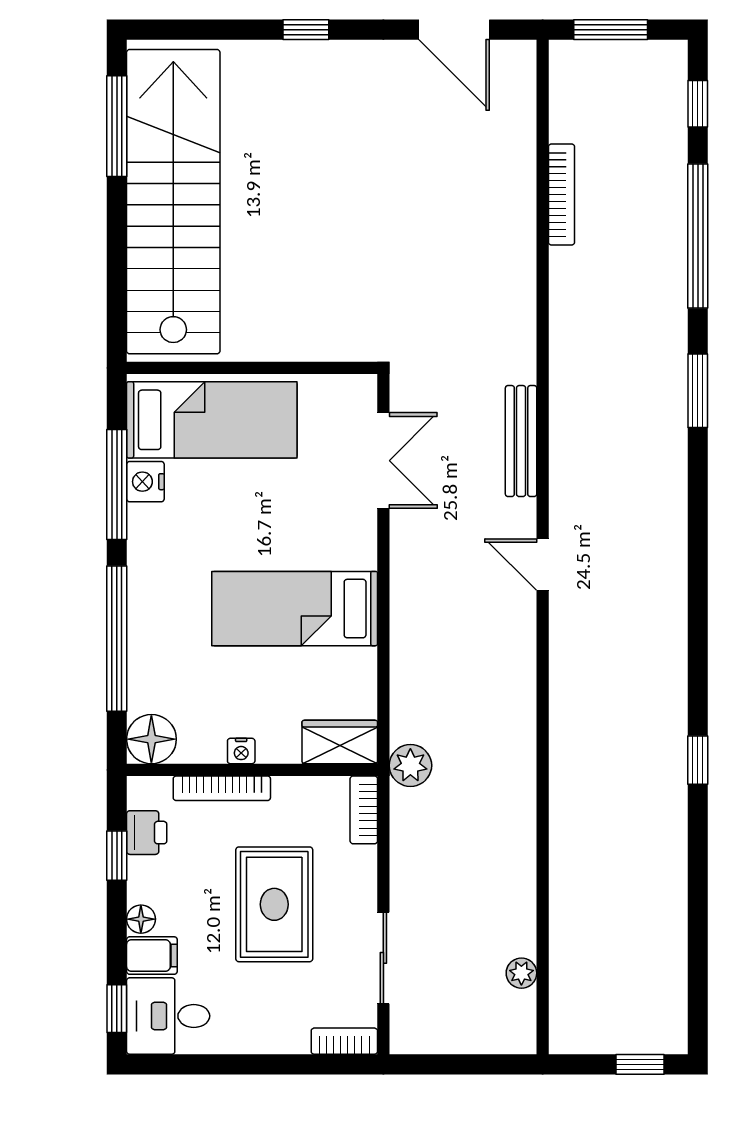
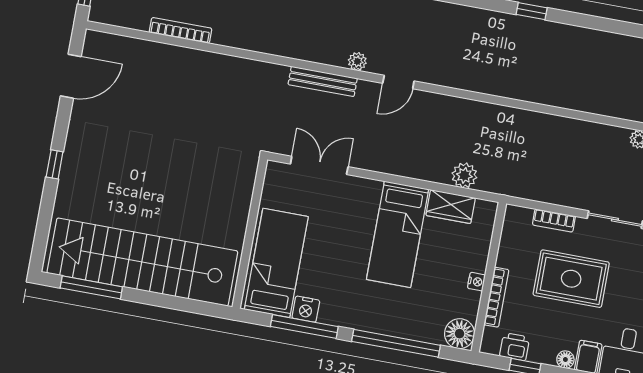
plant: (564, 492) -> (357, 61), added
wardrobe: (340, 742) -> (451, 207), moved, turned -90
plant: (410, 765) -> (464, 175), moved
bookcase: (364, 810) -> (554, 220), moved

